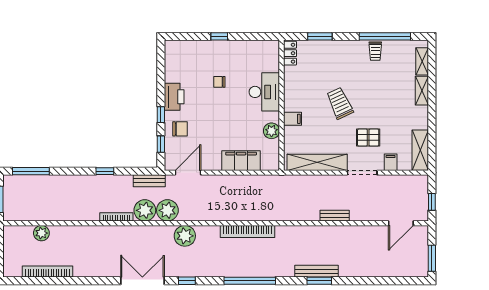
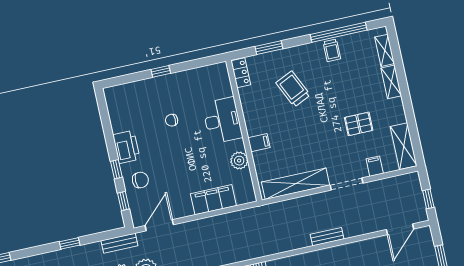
trolley: (340, 103) -> (293, 89), moved
pallet: (368, 138) -> (359, 124), moved

